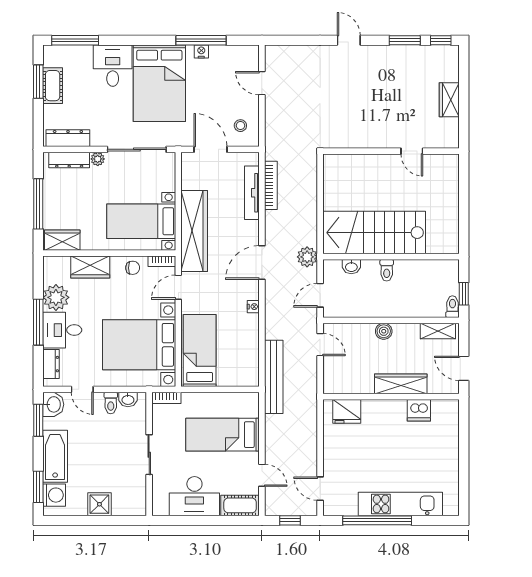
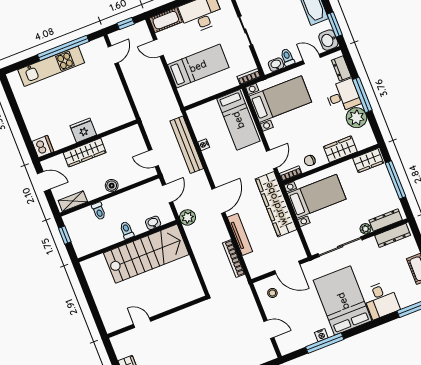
tv unit: (252, 193) -> (240, 234), moved
nightstand: (253, 307) -> (204, 145), moved
toilet: (452, 307) -> (99, 211), moved
bed with nightstands: (139, 345) -> (280, 99), width x0.73
bench: (274, 377) -> (187, 145), moved
dishwasher: (419, 410) -> (43, 147), moved, turned 90
fridge: (347, 411) -> (83, 130), moved
door: (320, 489) -> (113, 55), hinge flipped

